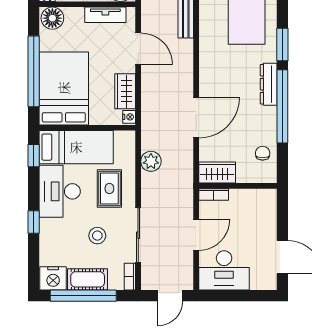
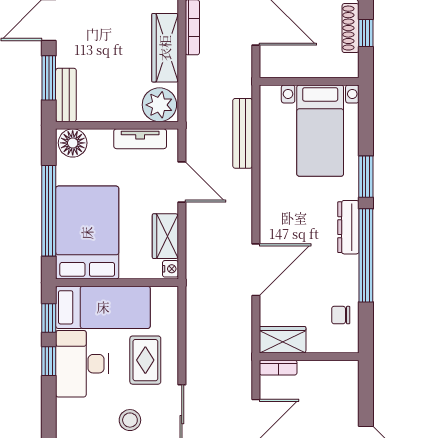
chair: (263, 153) -> (341, 315), turned -90
plant: (151, 161) -> (198, 325), removed
window: (34, 222) -> (49, 361), moved

